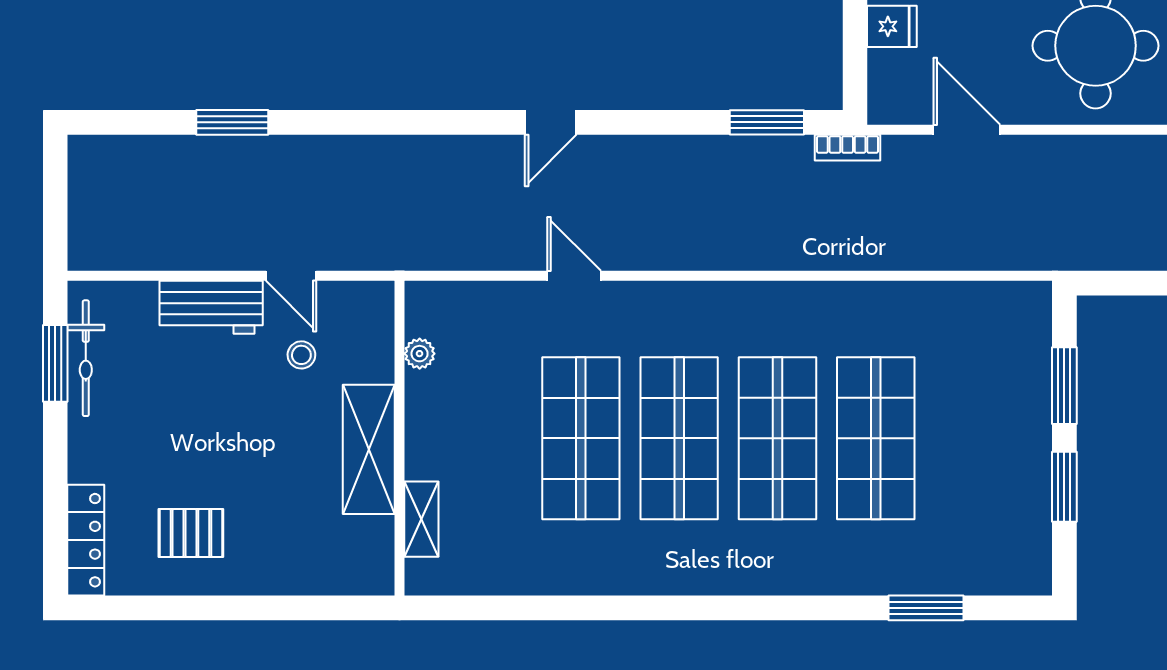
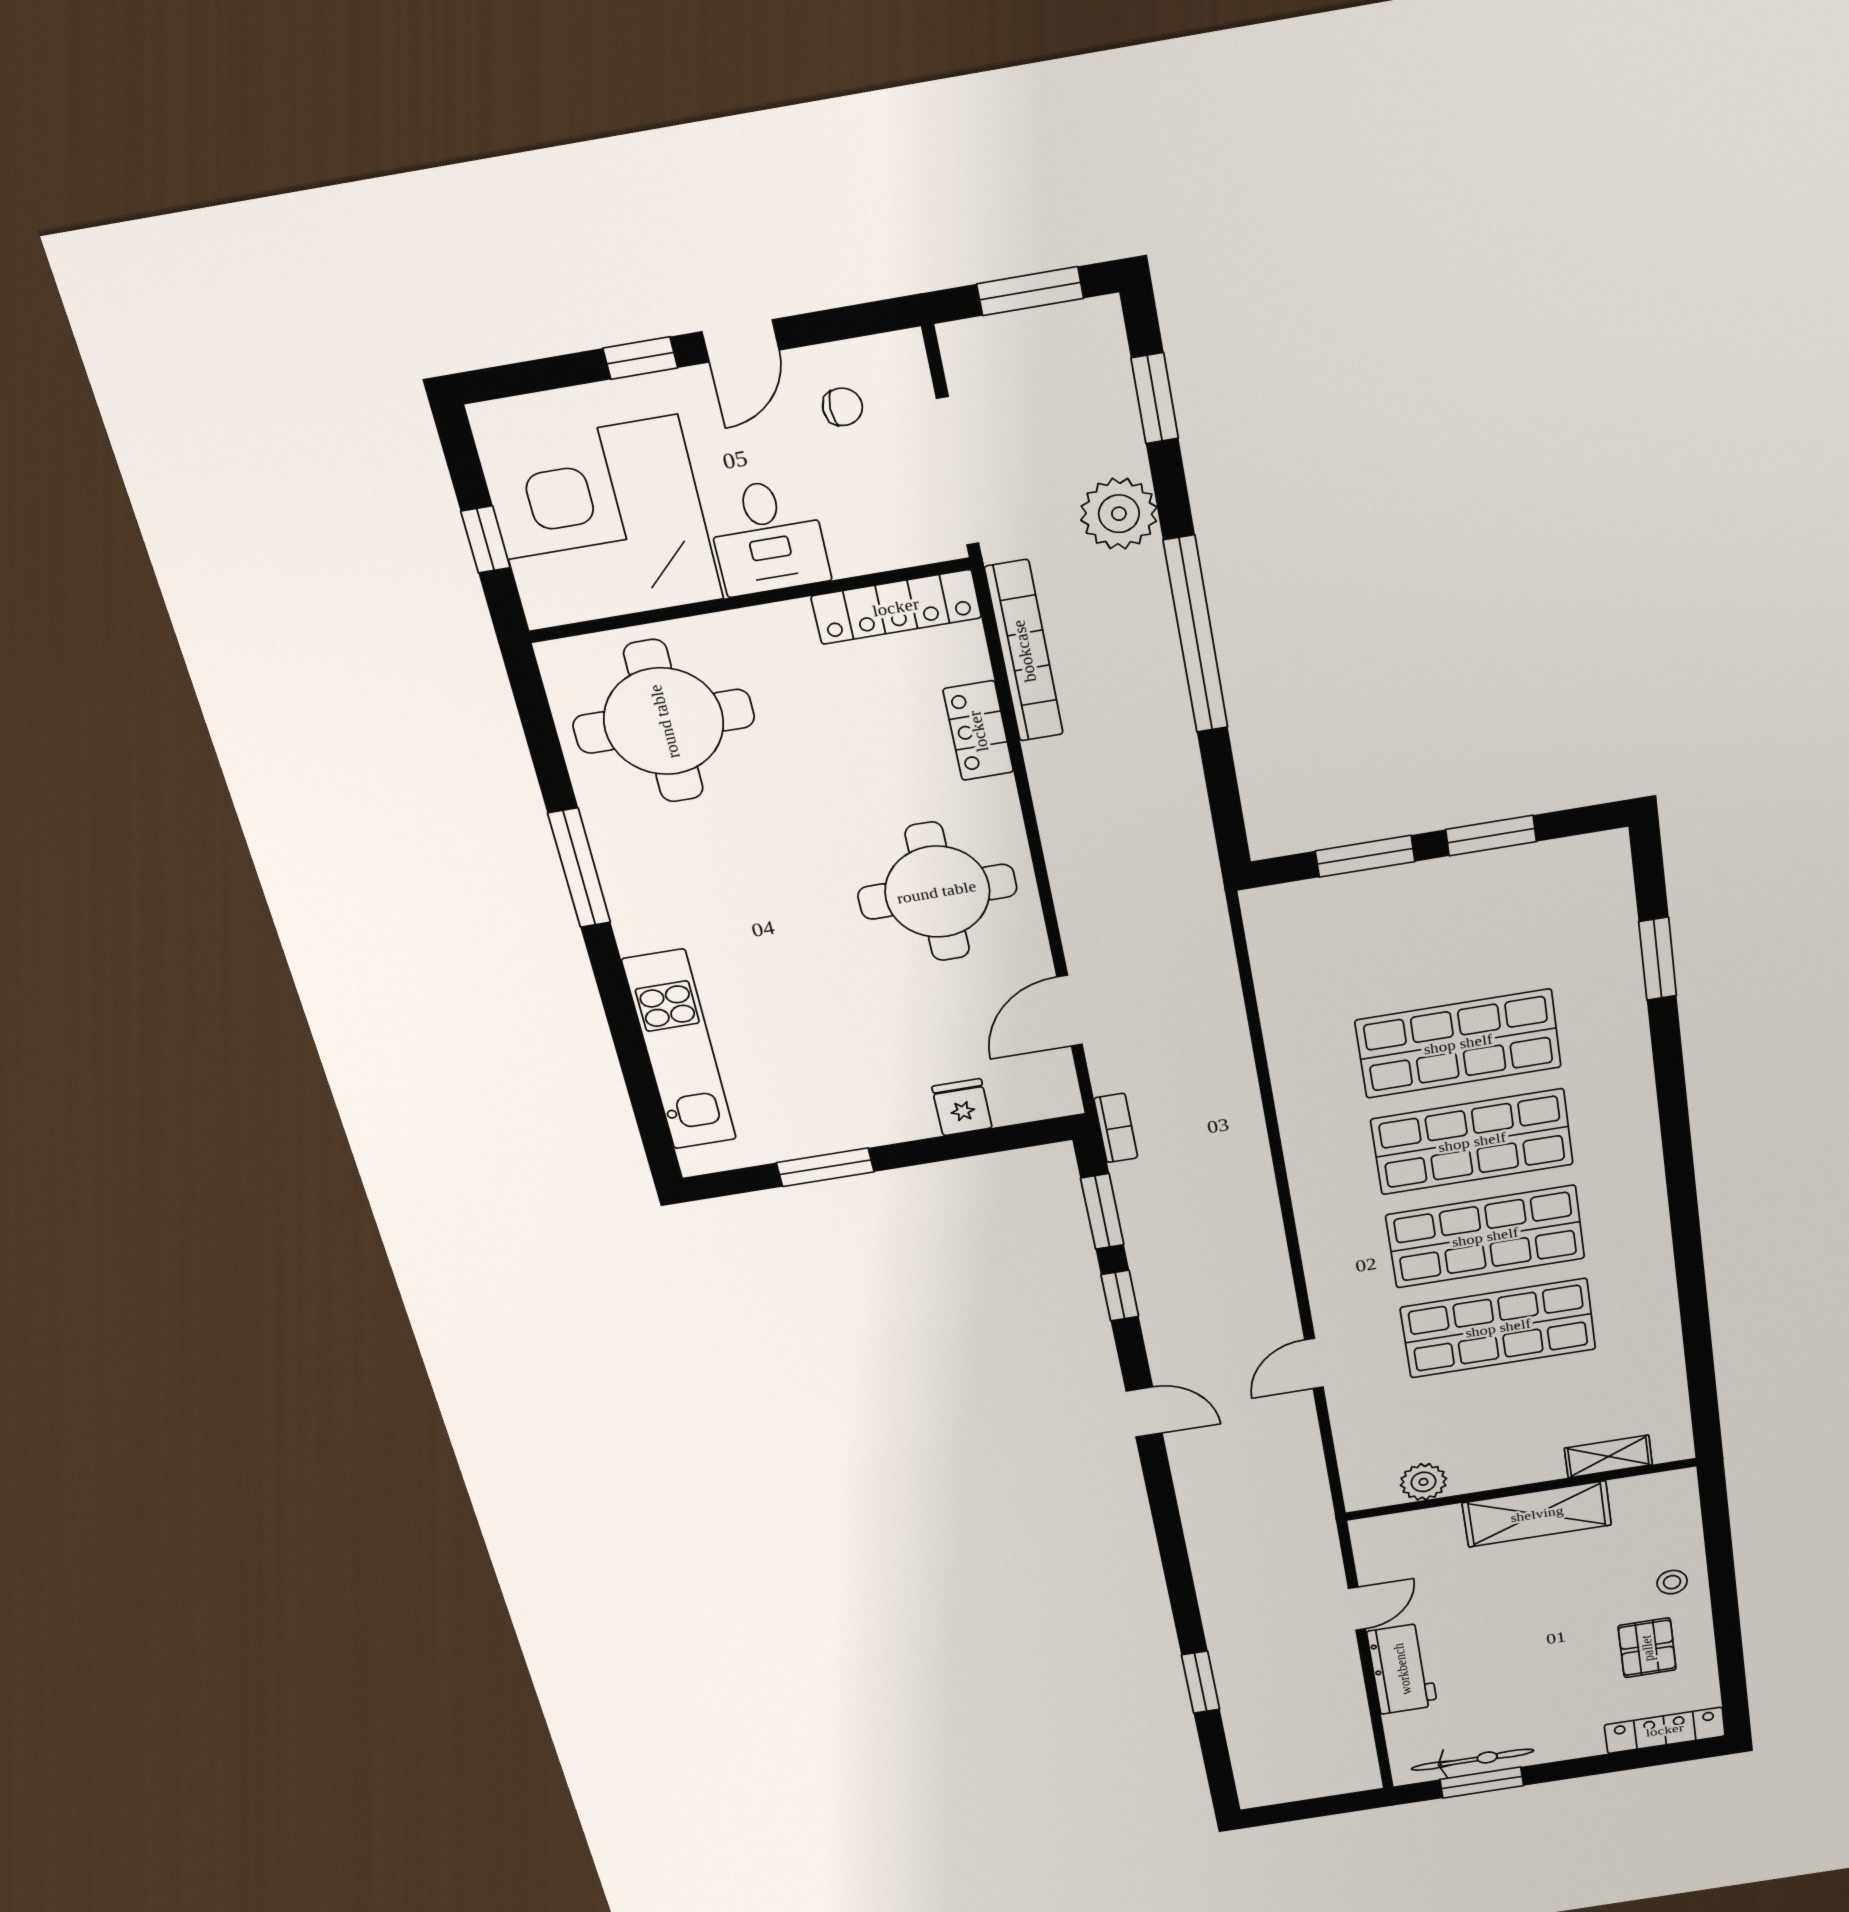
window: (678, 122) -> (1120, 1296), added
plant: (420, 354) -> (1423, 1482), width x1.38, depth x1.38
stool: (301, 355) -> (1672, 1582), moved

